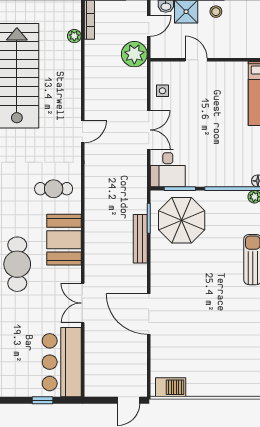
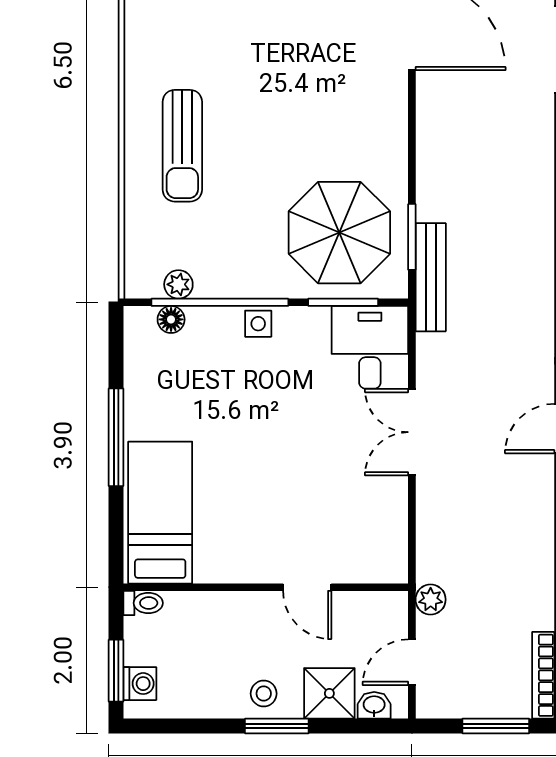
plant: (134, 54) -> (431, 600), width x0.53, depth x0.53
side table: (162, 91) -> (258, 324), moved
bench: (140, 239) -> (431, 277), moved

